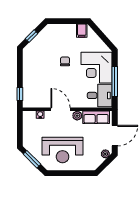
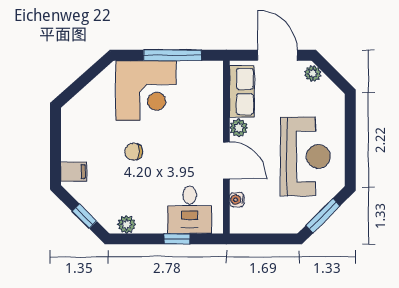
filing cabinet: (82, 31) -> (74, 172), moved
plant: (27, 58) -> (127, 224), added
window: (20, 94) -> (177, 239), moved
desk: (100, 95) -> (190, 210), moved, turned 180
door: (60, 109) -> (226, 160), swing flipped

